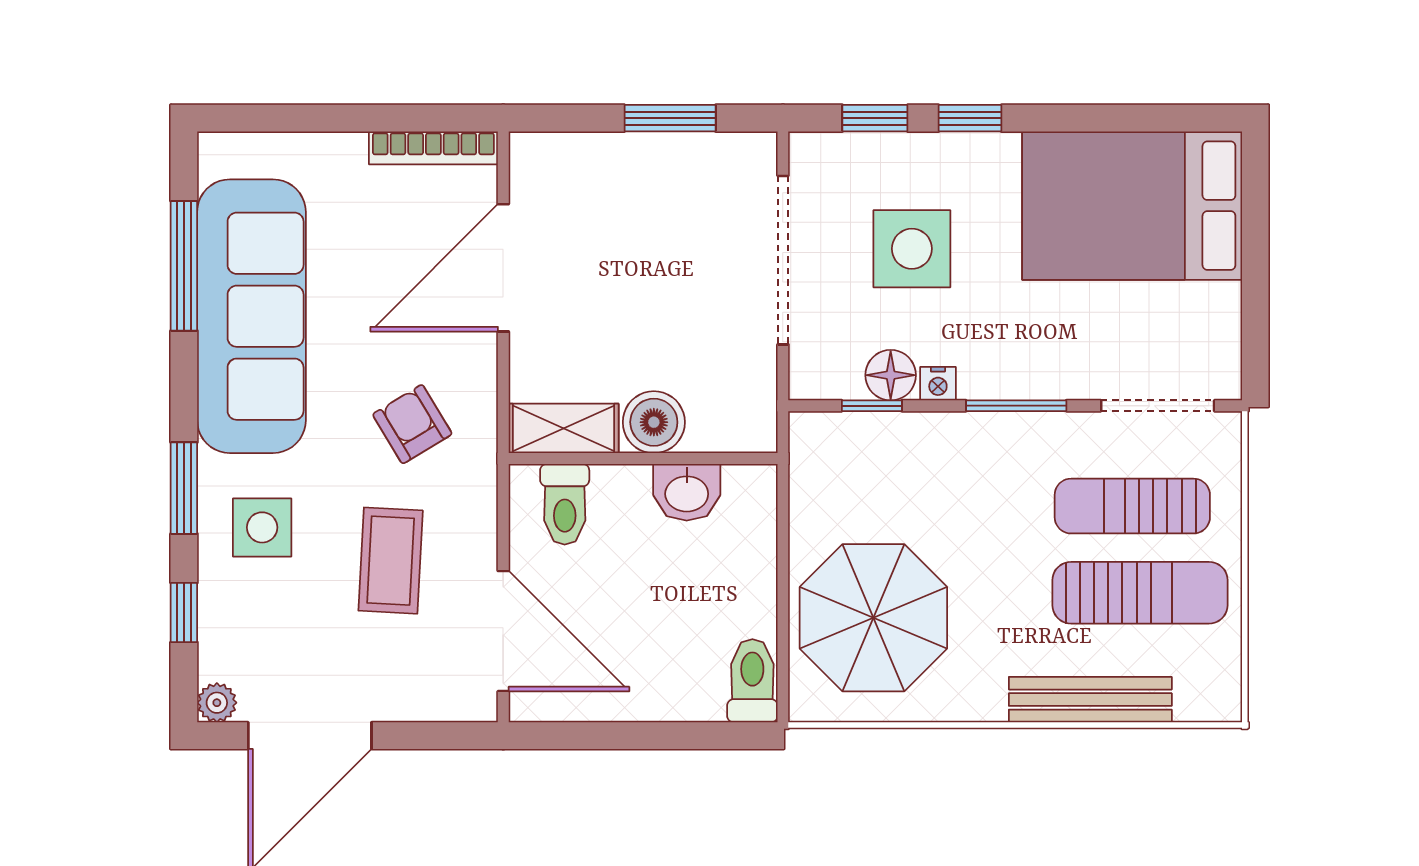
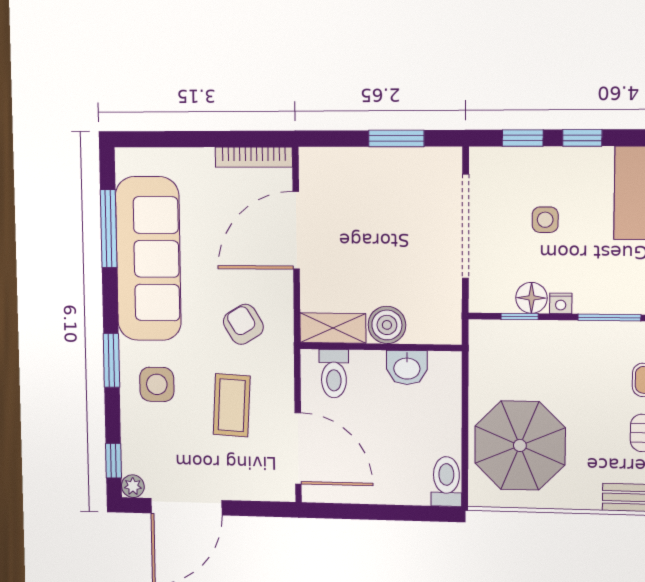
side table: (912, 249) -> (545, 220), width x0.54, depth x0.54
window: (184, 612) -> (114, 461), moved

